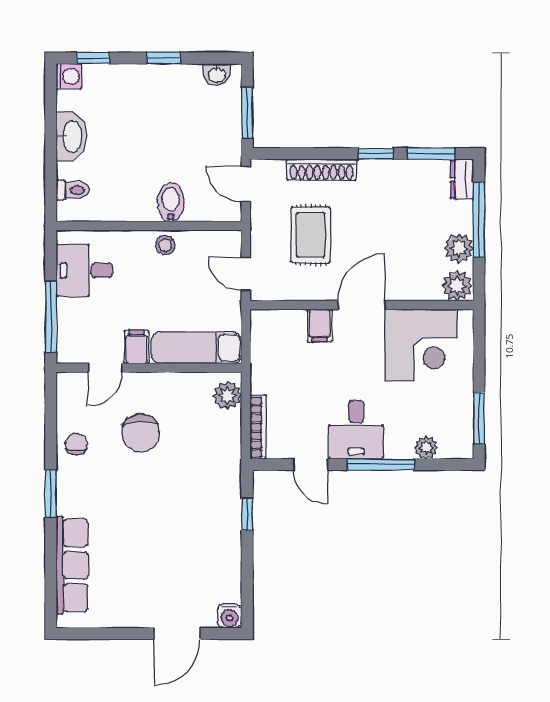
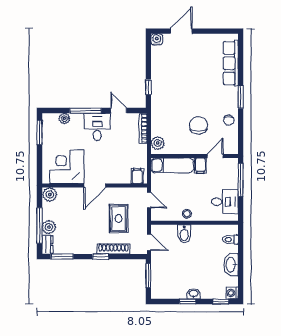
washbasin: (217, 75) -> (194, 294), moved
window: (376, 154) -> (101, 257), moved
plant: (459, 248) -> (49, 227), moved
filing cabinet: (320, 325) -> (137, 176), moved

